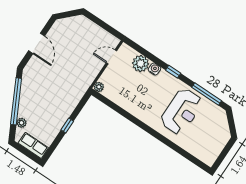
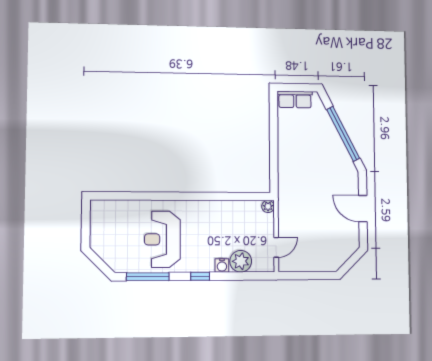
plant: (22, 123) -> (323, 115), removed
window: (67, 126) -> (274, 144), removed

